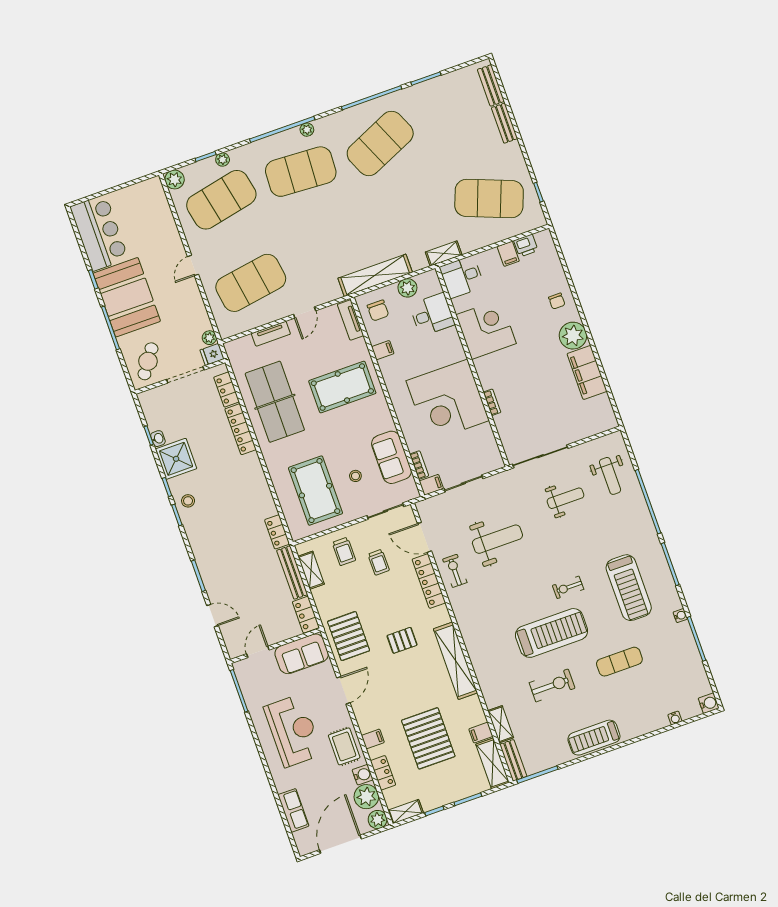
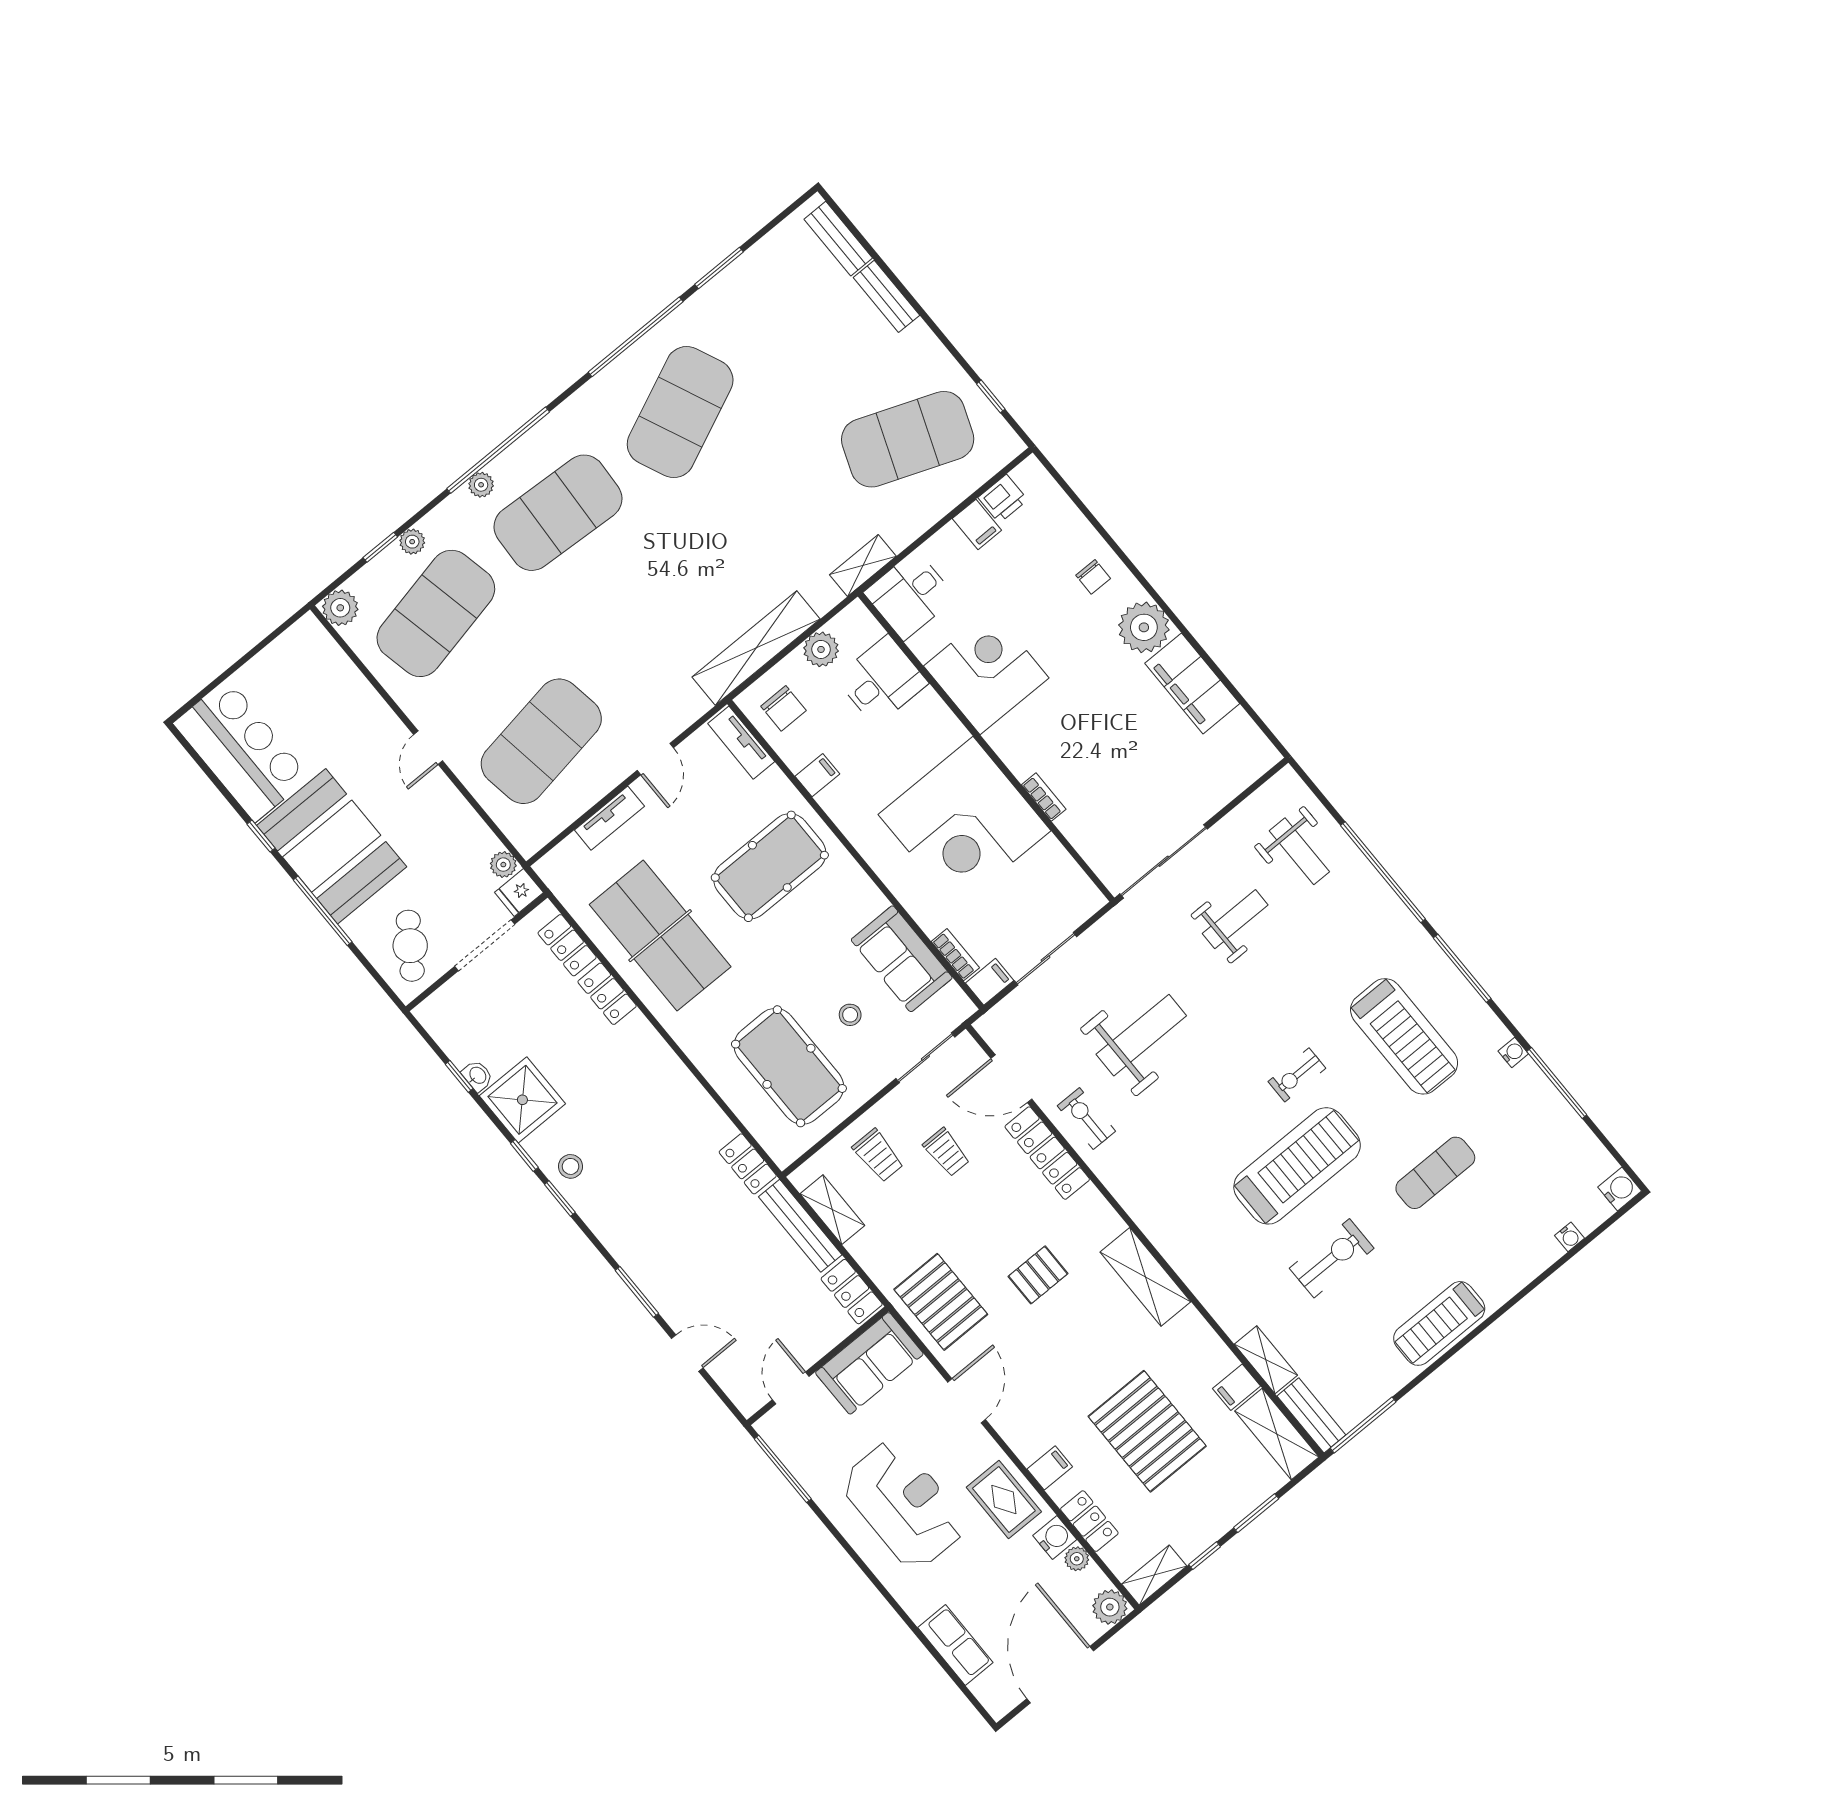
plant: (307, 130) -> (481, 485), moved
locker: (241, 429) -> (607, 994), width x0.66
shelving: (456, 661) -> (1145, 1277), width x0.68
plant: (366, 797) -> (1077, 1559), width x0.53, depth x0.53

